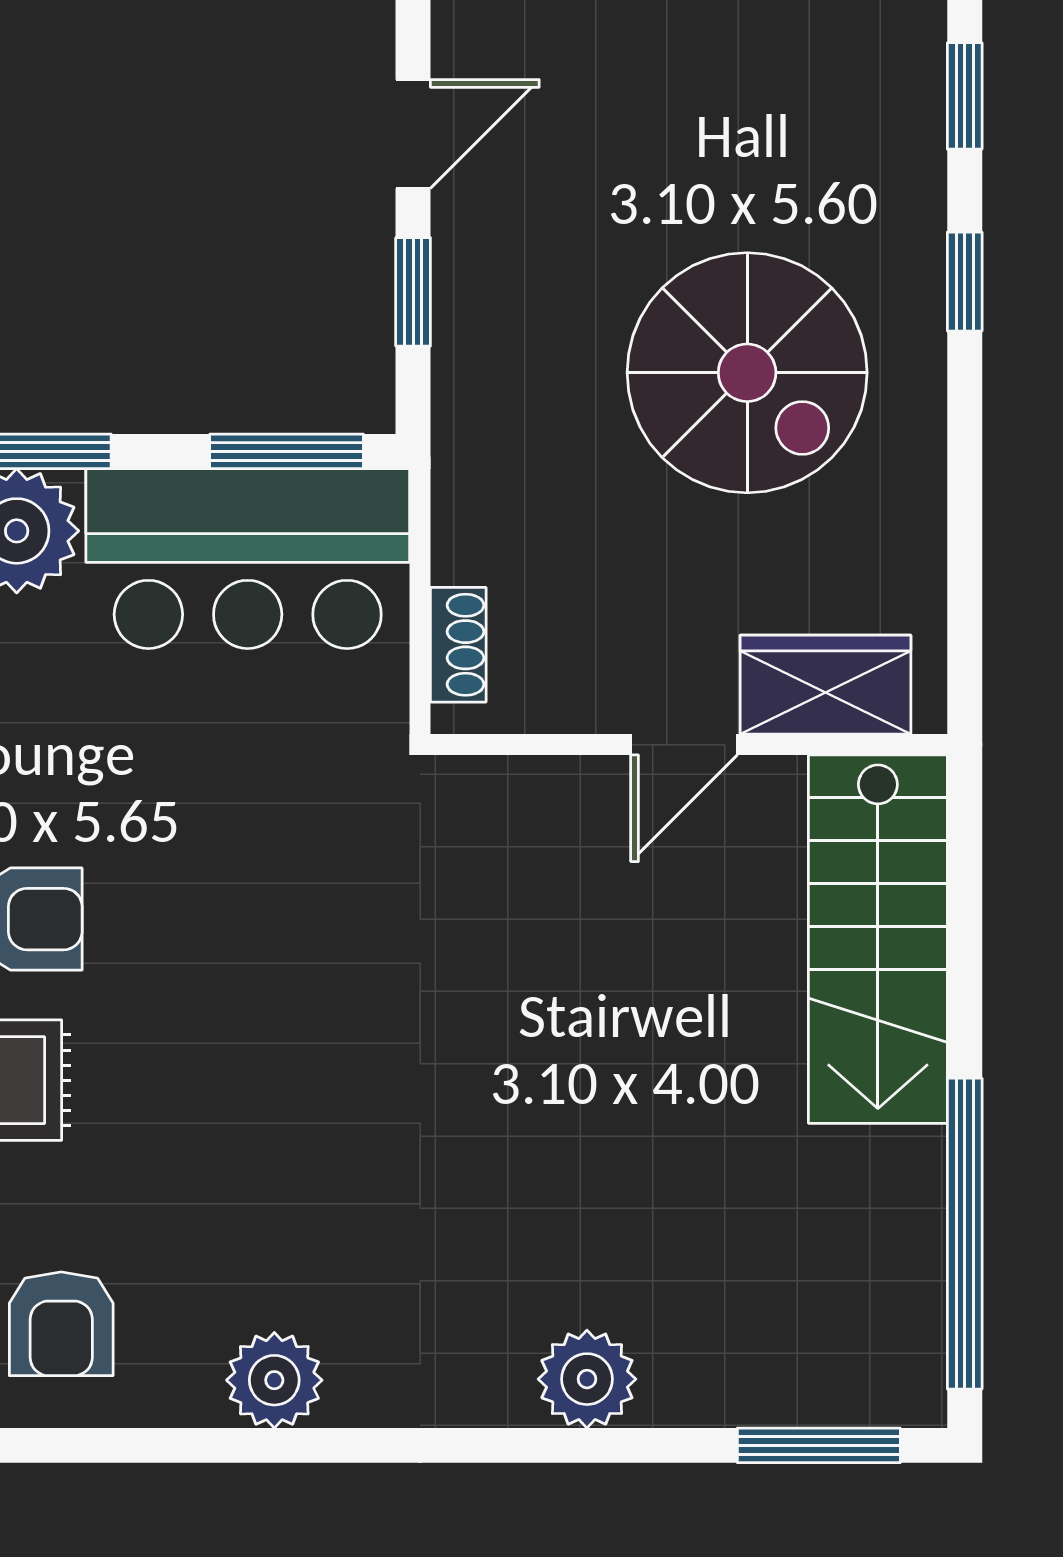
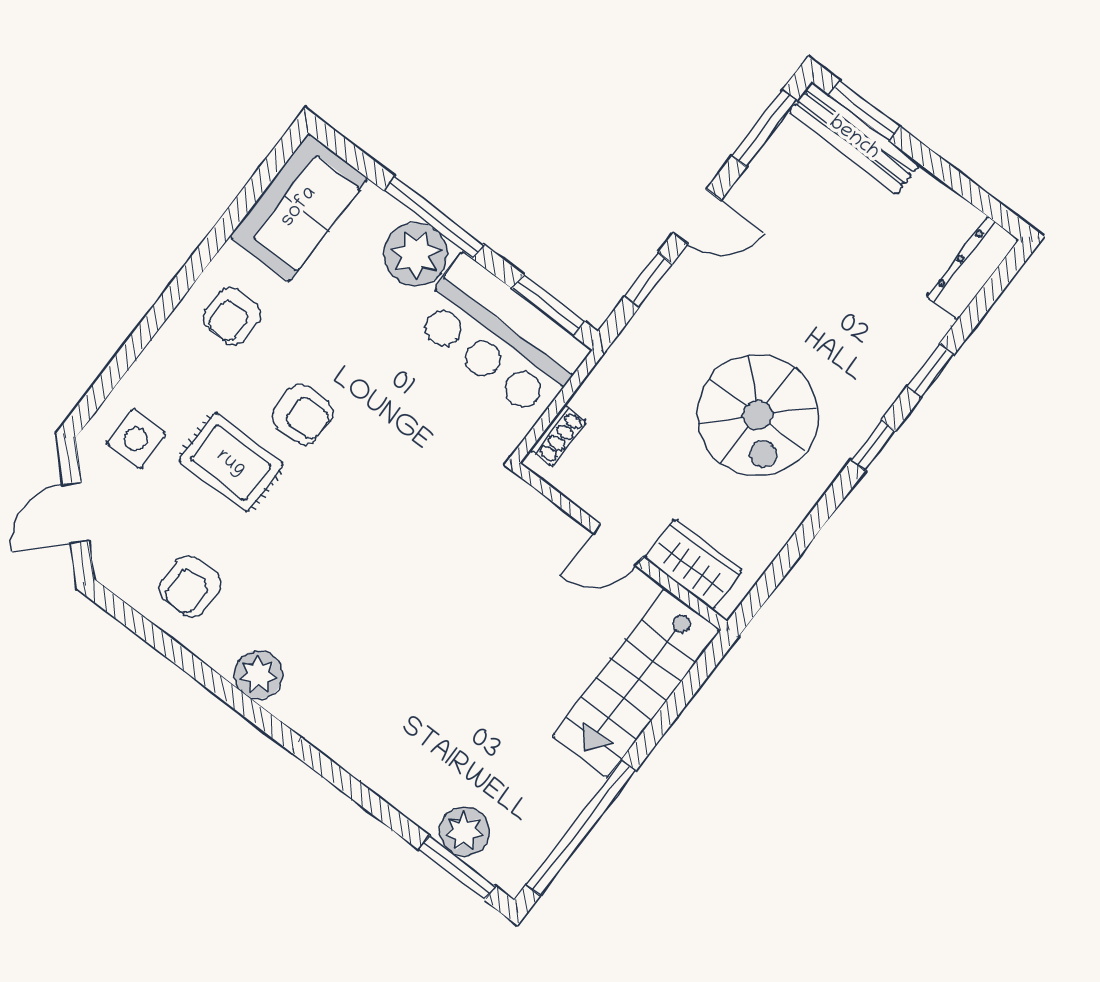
plant: (587, 1379) -> (464, 831), moved

